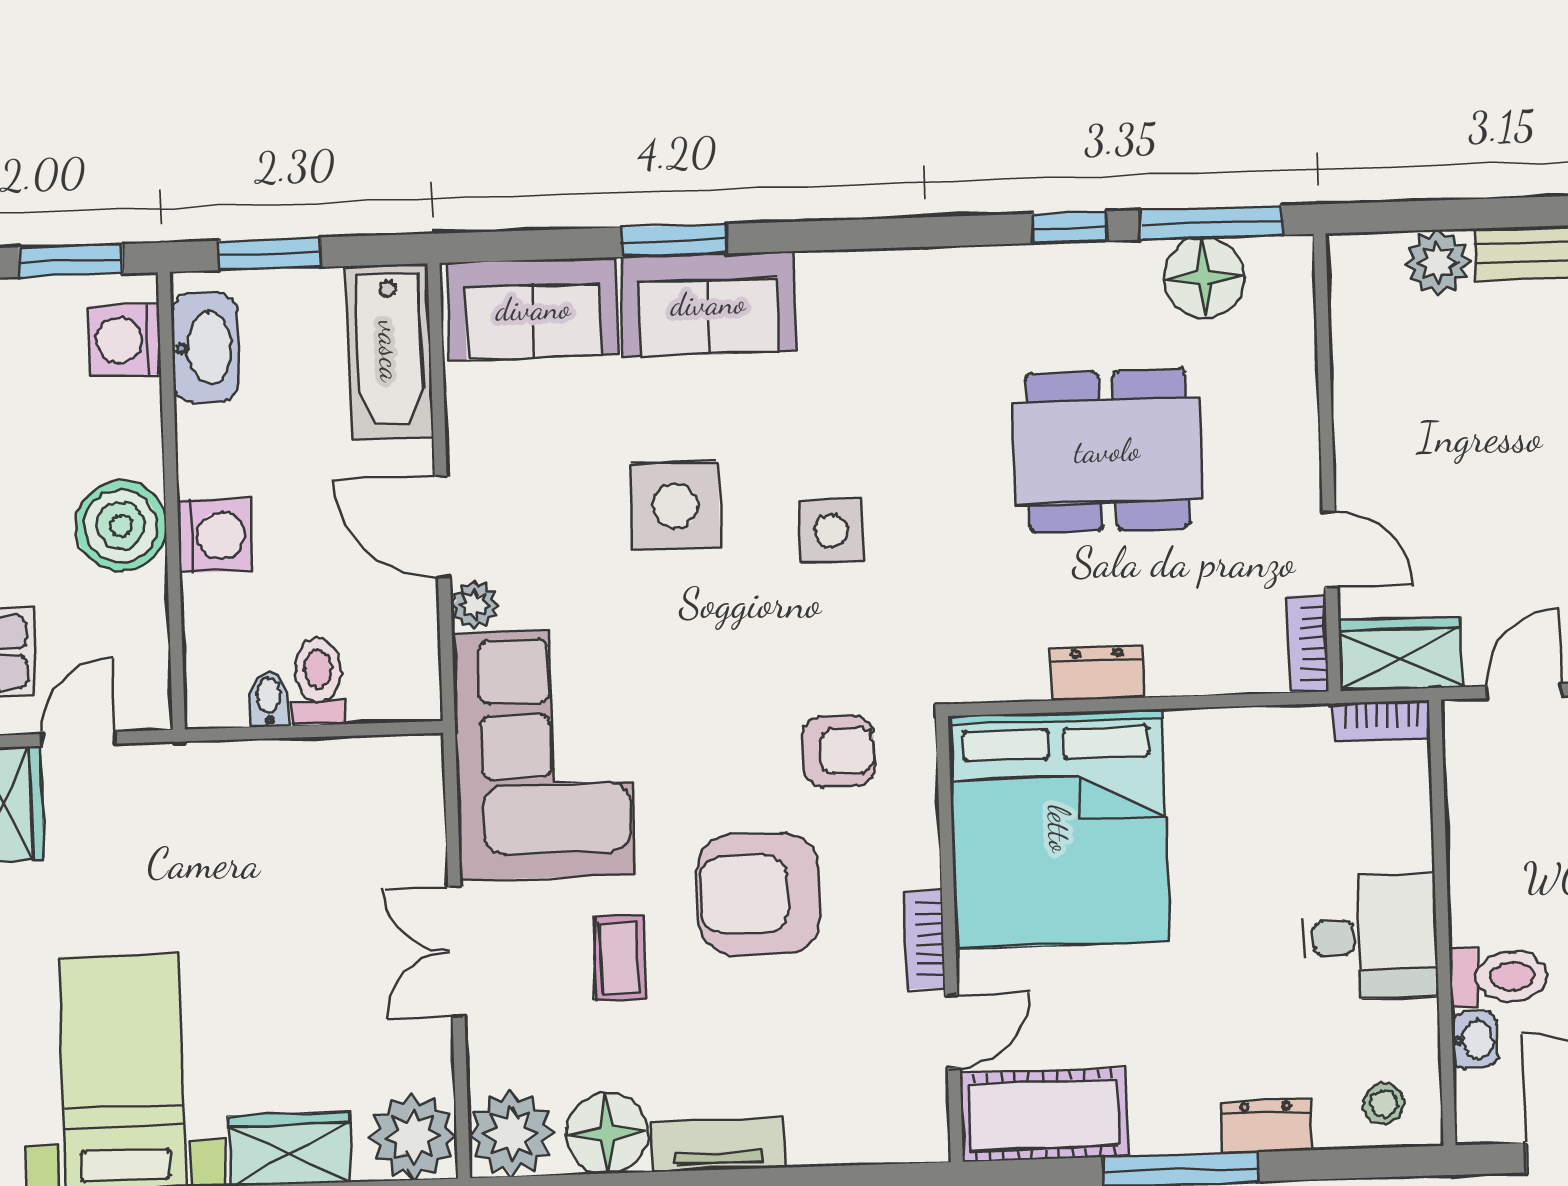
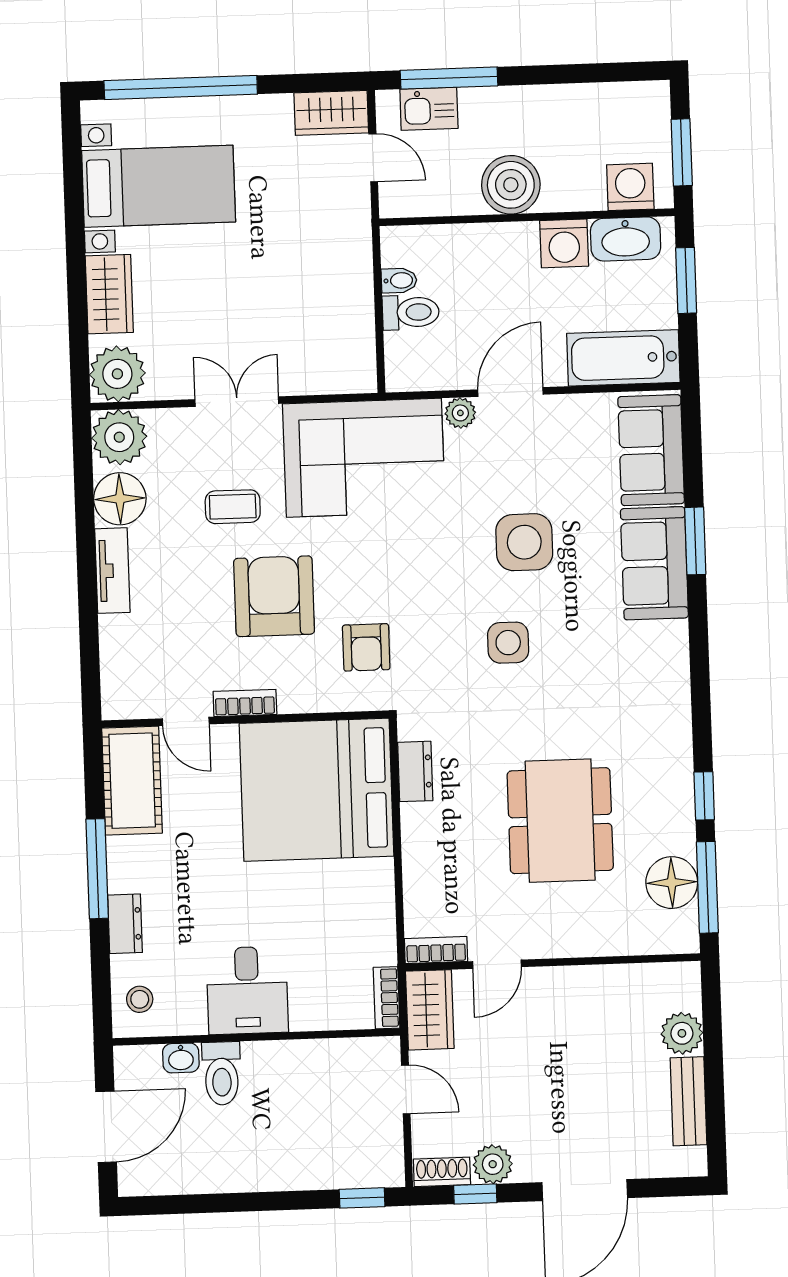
washing machine: (215, 535) -> (564, 243), moved
dresser: (1097, 673) -> (415, 771), moved

